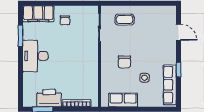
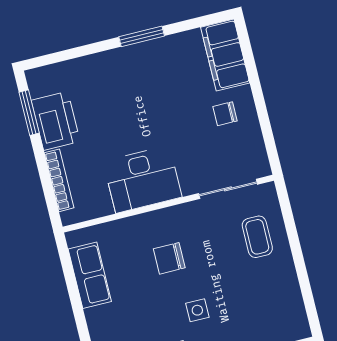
window: (20, 36) -> (142, 36), moved
desk: (35, 56) -> (142, 179), moved, turned 180
side table: (145, 78) -> (197, 310), moved

